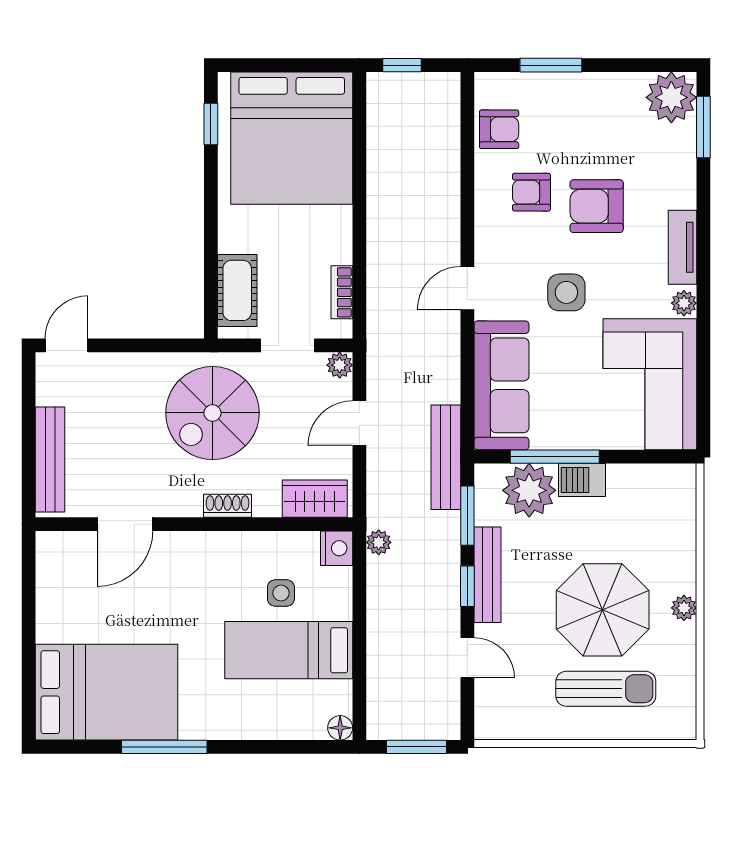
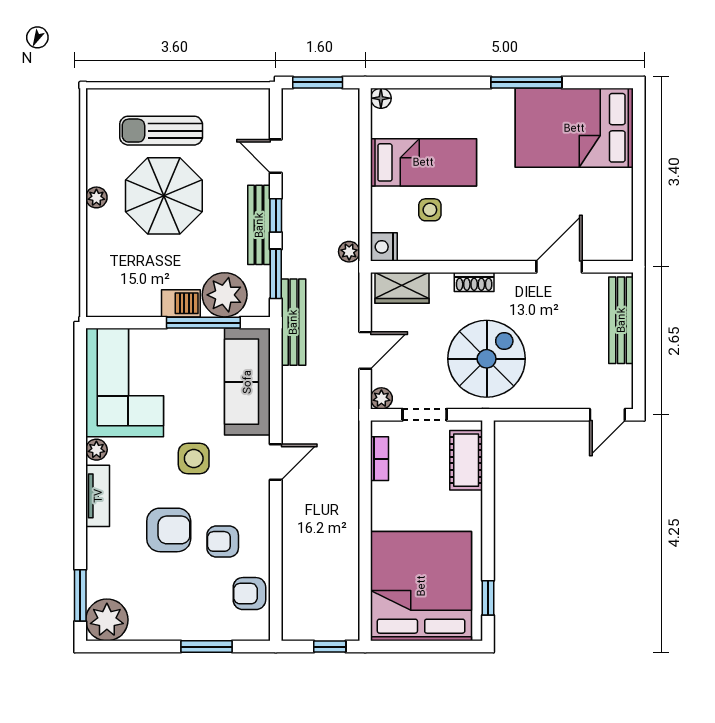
armchair: (531, 192) -> (223, 541), turned 180

